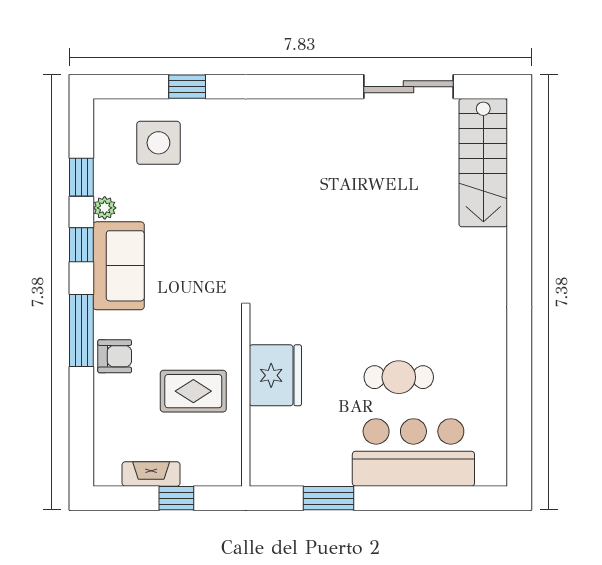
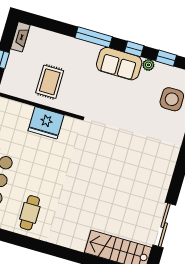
armchair: (115, 356) -> (77, 49), removed
cafe table: (399, 377) -> (30, 213), moved
fireplace: (151, 474) -> (20, 37), moved

